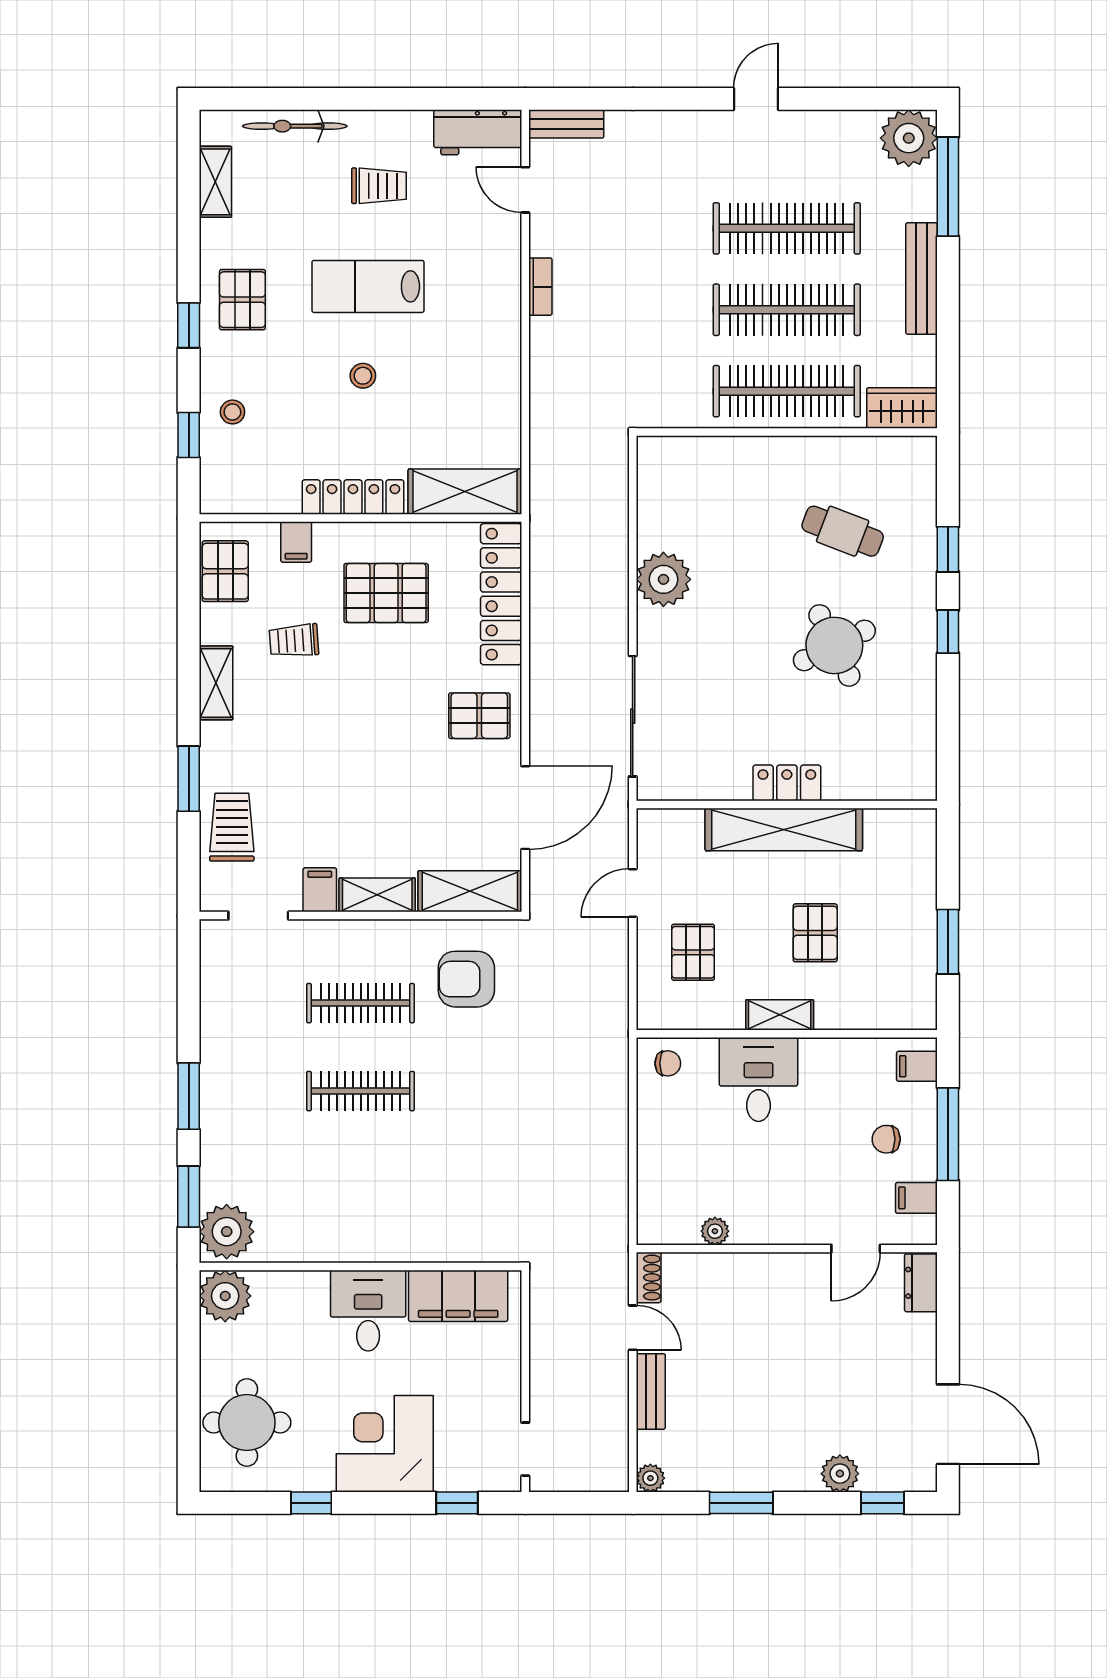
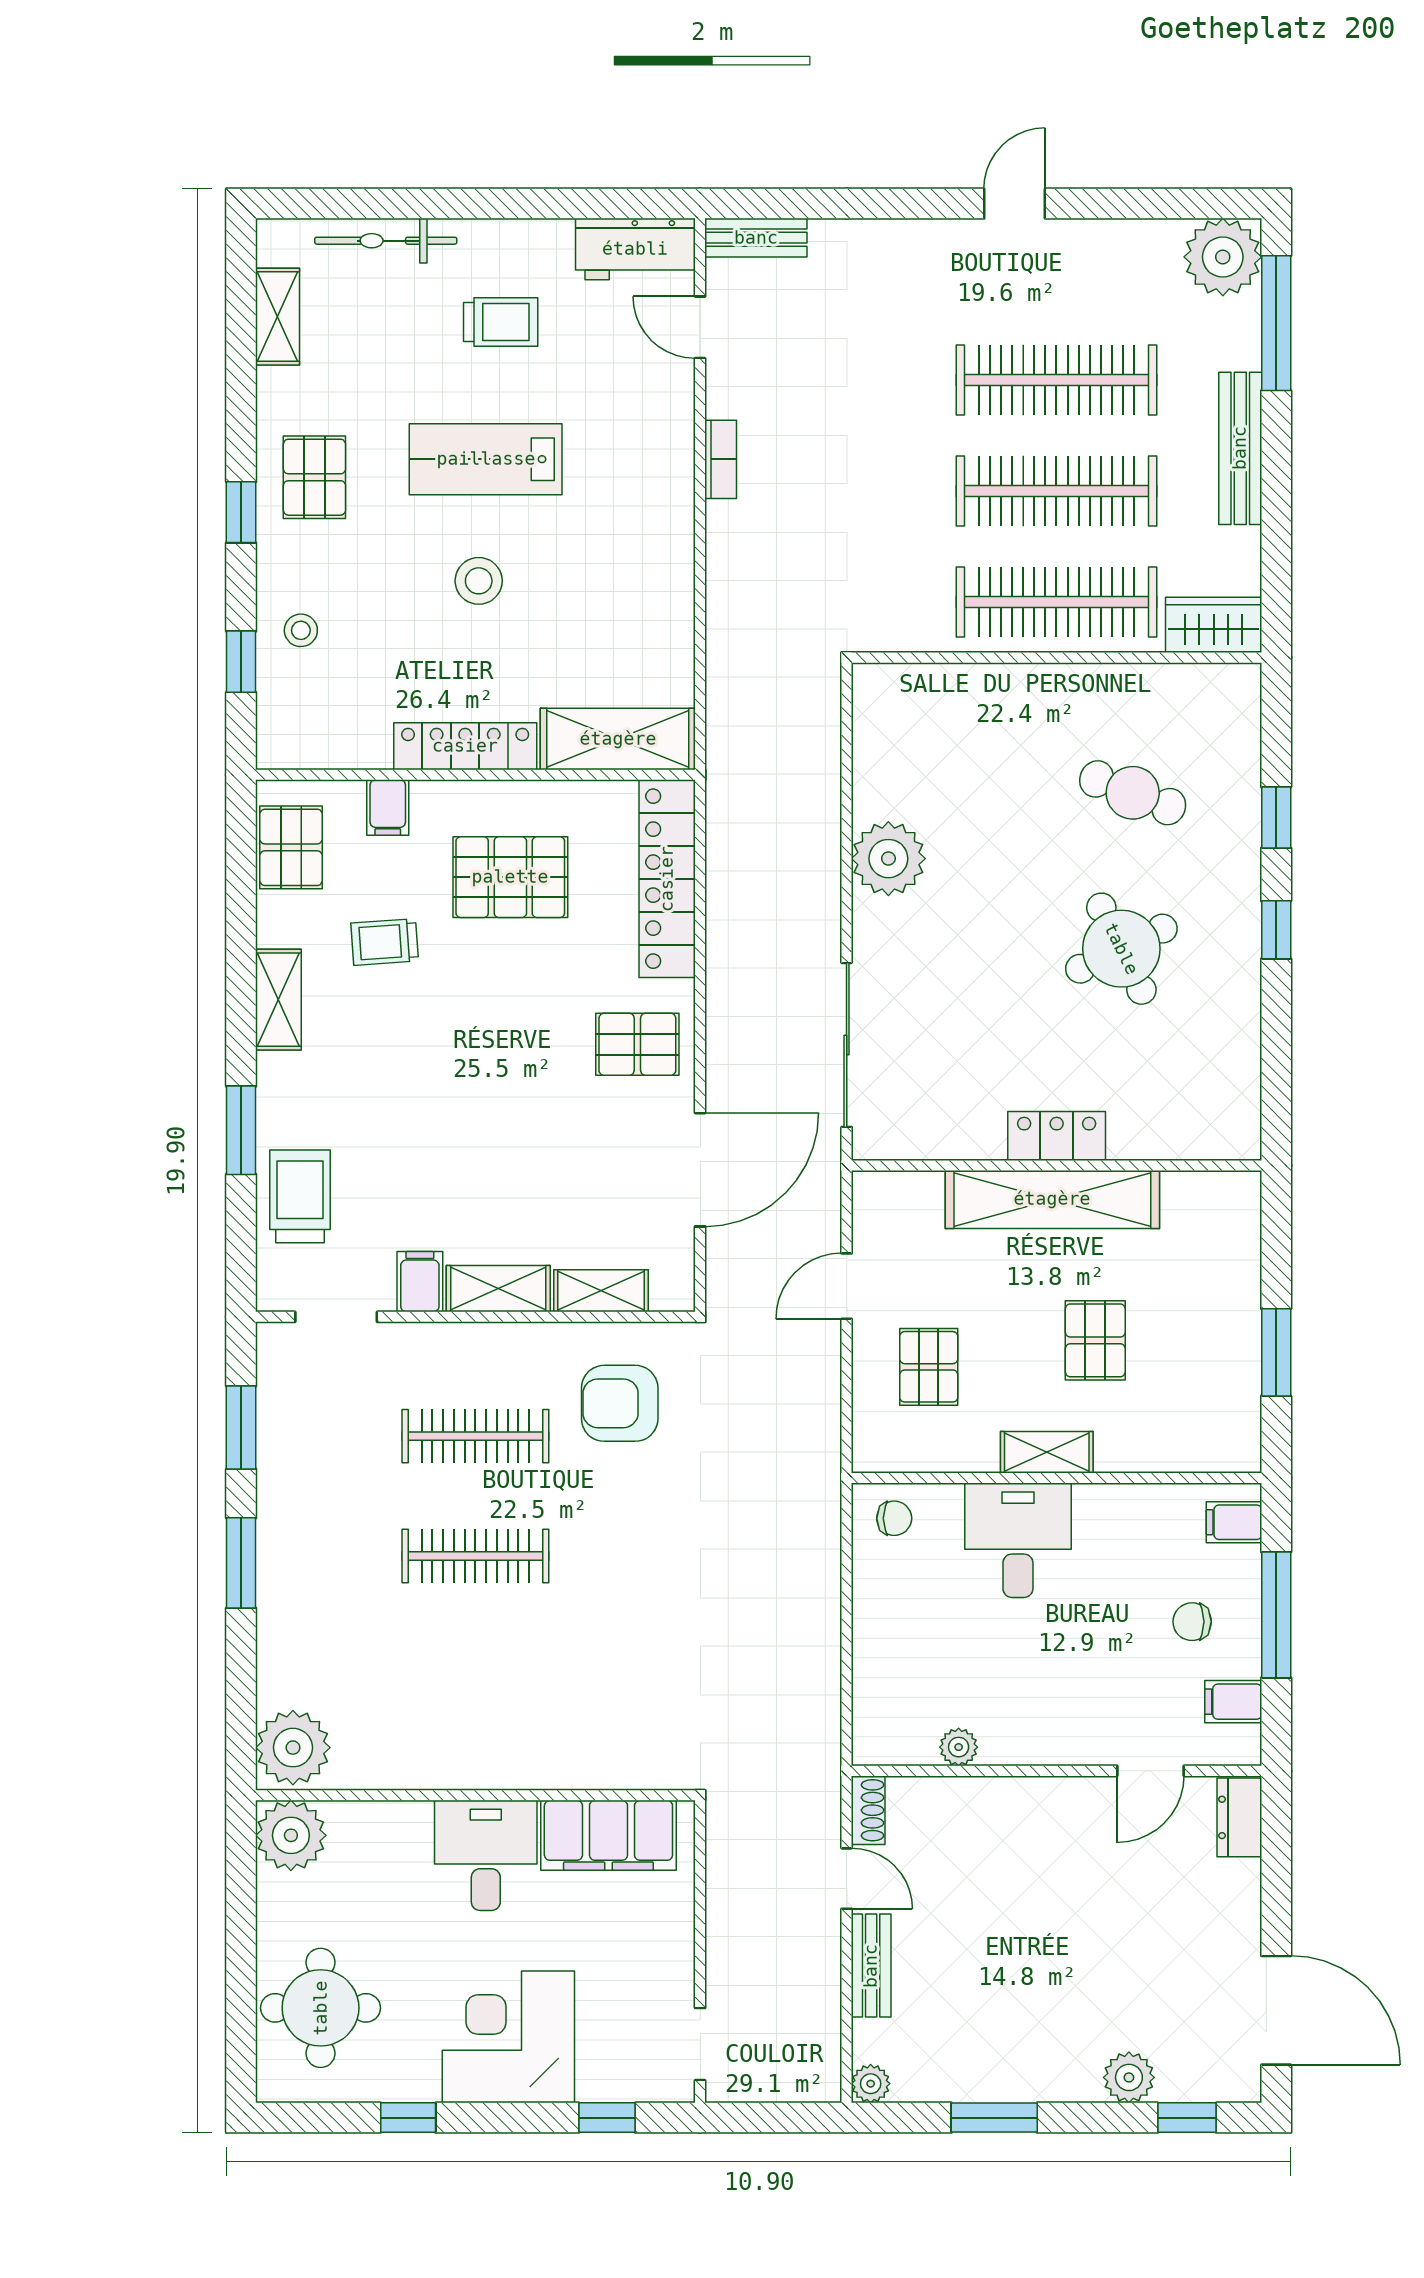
stool: (363, 376) -> (479, 581), width x1.37, depth x1.37
shelving: (470, 891) -> (601, 1291), width x0.67, depth x0.75
window: (189, 1197) -> (241, 1427), moved

